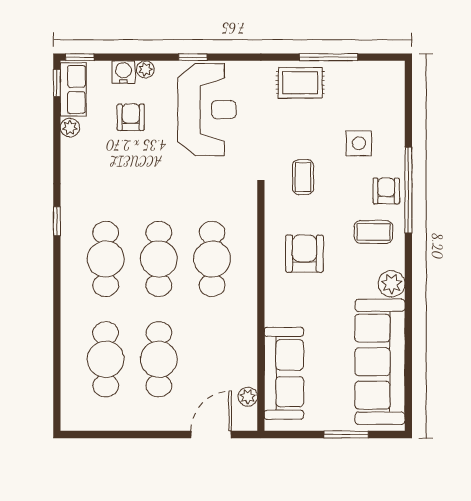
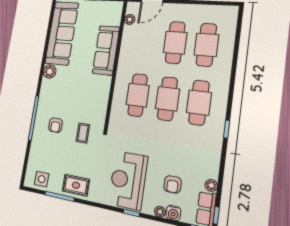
side table: (359, 143) -> (42, 179), moved
armchair: (386, 191) -> (55, 125), moved
coffee table: (373, 232) -> (53, 99), removed
armchair: (304, 254) -> (89, 92), removed
sofa: (284, 373) -> (106, 50), moved

